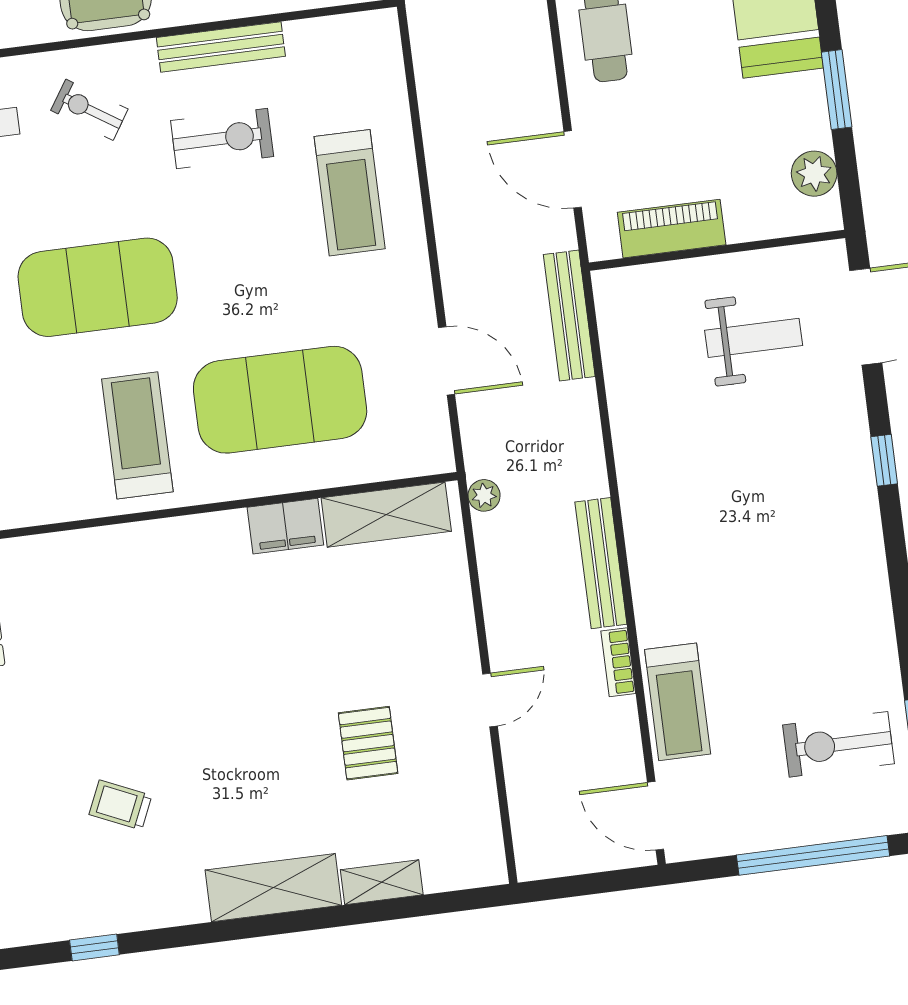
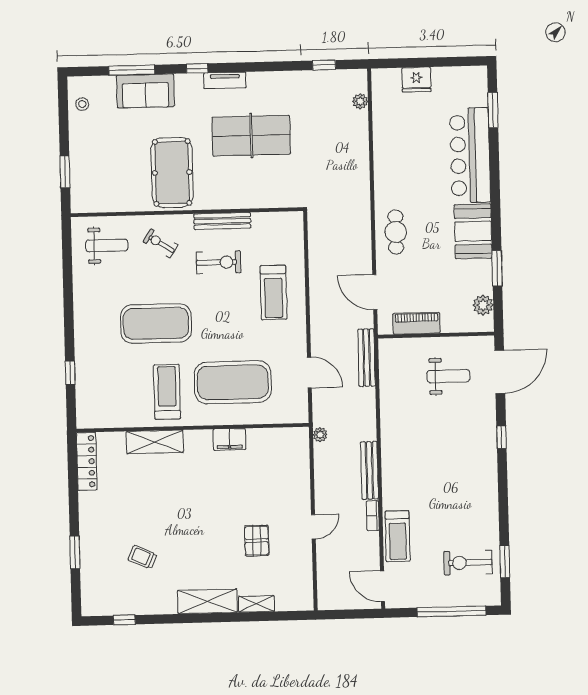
shelving: (386, 515) -> (155, 442), moved

